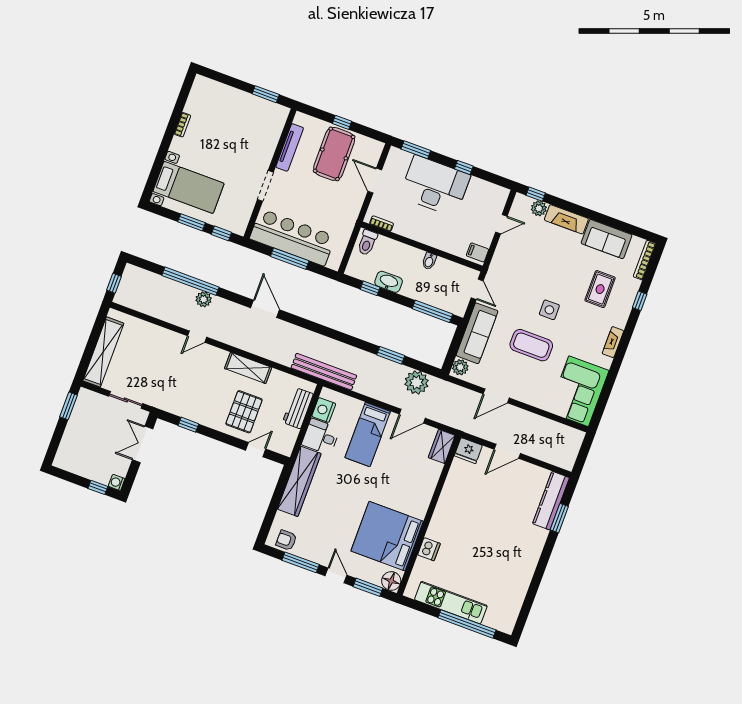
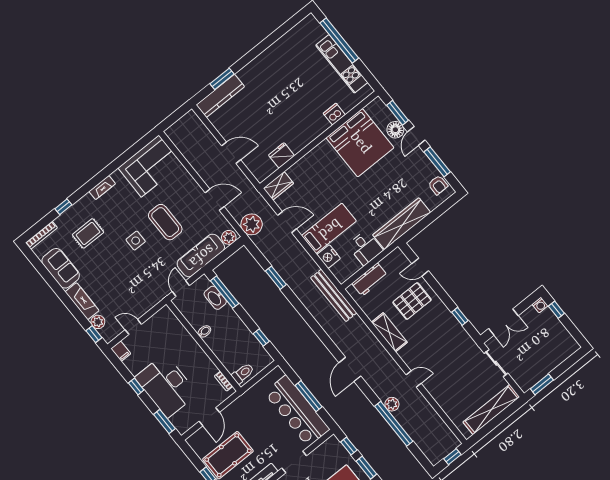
filing cabinet: (477, 252) -> (121, 351), moved
washbasin: (389, 282) -> (215, 298), moved
plant: (417, 382) -> (252, 224), moved
nightstand: (324, 410) -> (329, 257), moved, turned 90
fridge: (468, 451) -> (282, 155), moved, turned -90
floor lamp: (391, 581) -> (395, 130), moved

